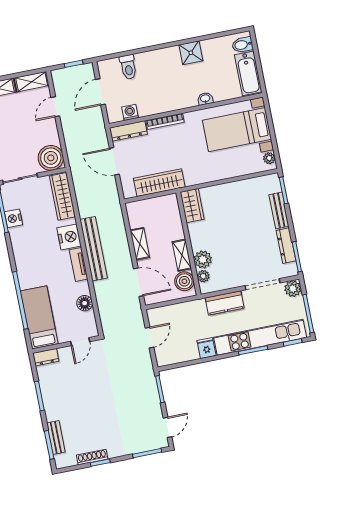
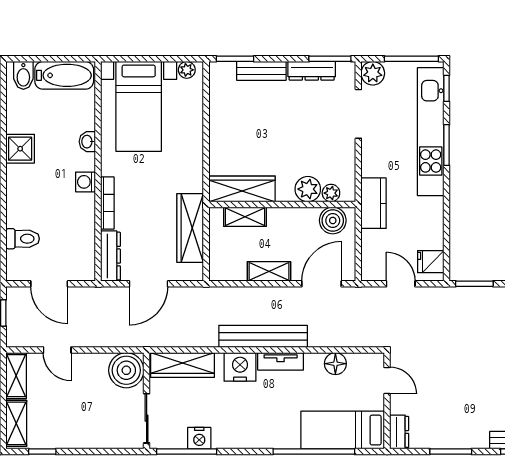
washing machine: (130, 112) -> (85, 182), moved
wardrobe: (192, 206) -> (242, 189), width x1.50
shelving: (182, 255) -> (245, 217), moved
kitchen counter: (225, 303) -> (374, 203), moved
fridge: (206, 348) -> (431, 262), moved

